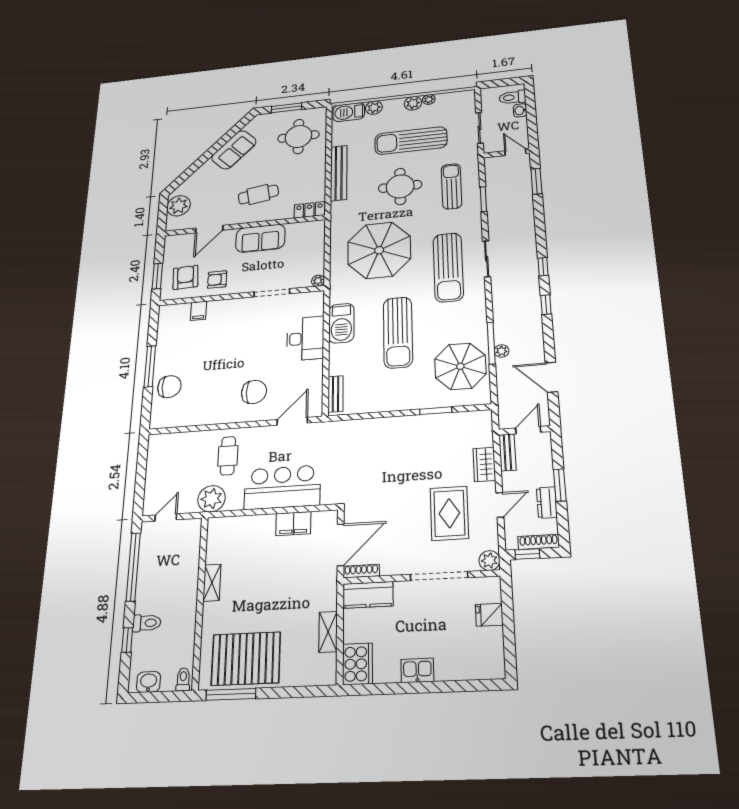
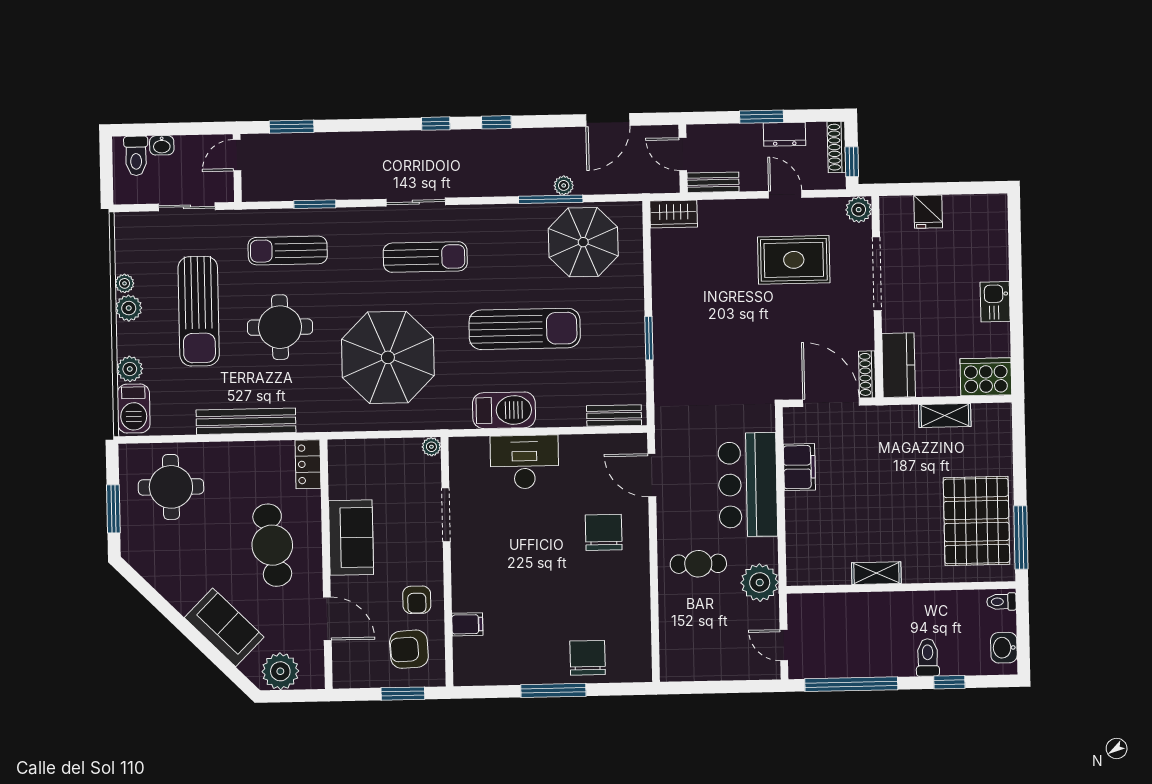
sofa: (234, 150) -> (224, 627), moved
cafe table: (258, 194) -> (272, 545), width x1.37, depth x1.35
sun lounger: (448, 267) -> (425, 257), width x0.73, depth x0.75
window: (436, 411) -> (649, 338), moved
wardrobe: (484, 464) -> (674, 214), moved

